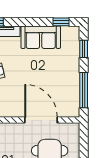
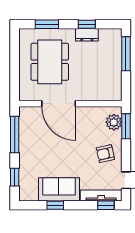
window: (61, 22) -> (55, 205), moved

